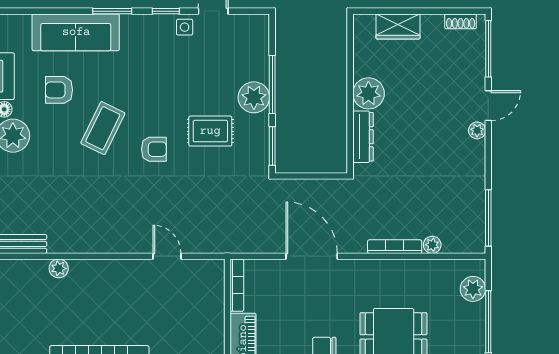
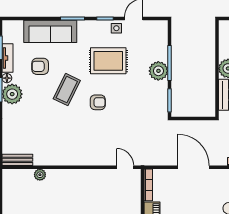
rug: (210, 131) -> (108, 61), moved, width x1.36, depth x1.43
door: (167, 256) -> (125, 167), moved

